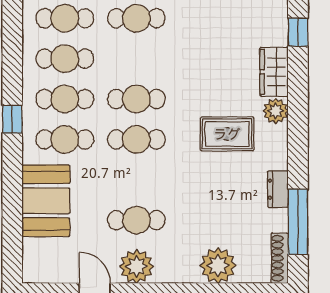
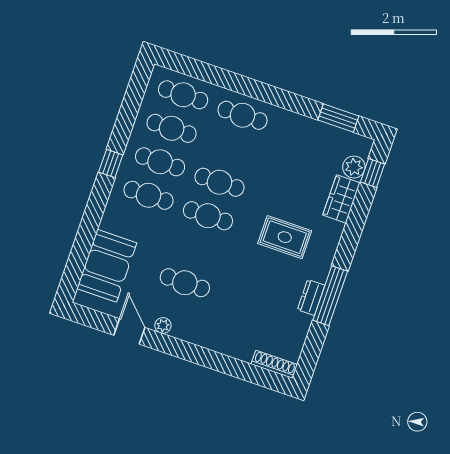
plant: (276, 111) -> (354, 167), moved
booth: (46, 201) -> (107, 266), moved
window: (298, 222) -> (330, 296), moved
shoe rack: (280, 258) -> (274, 364), moved, turned 90
plant: (218, 265) -> (240, 344), removed
plant: (137, 266) -> (163, 325), width x0.53, depth x0.53

